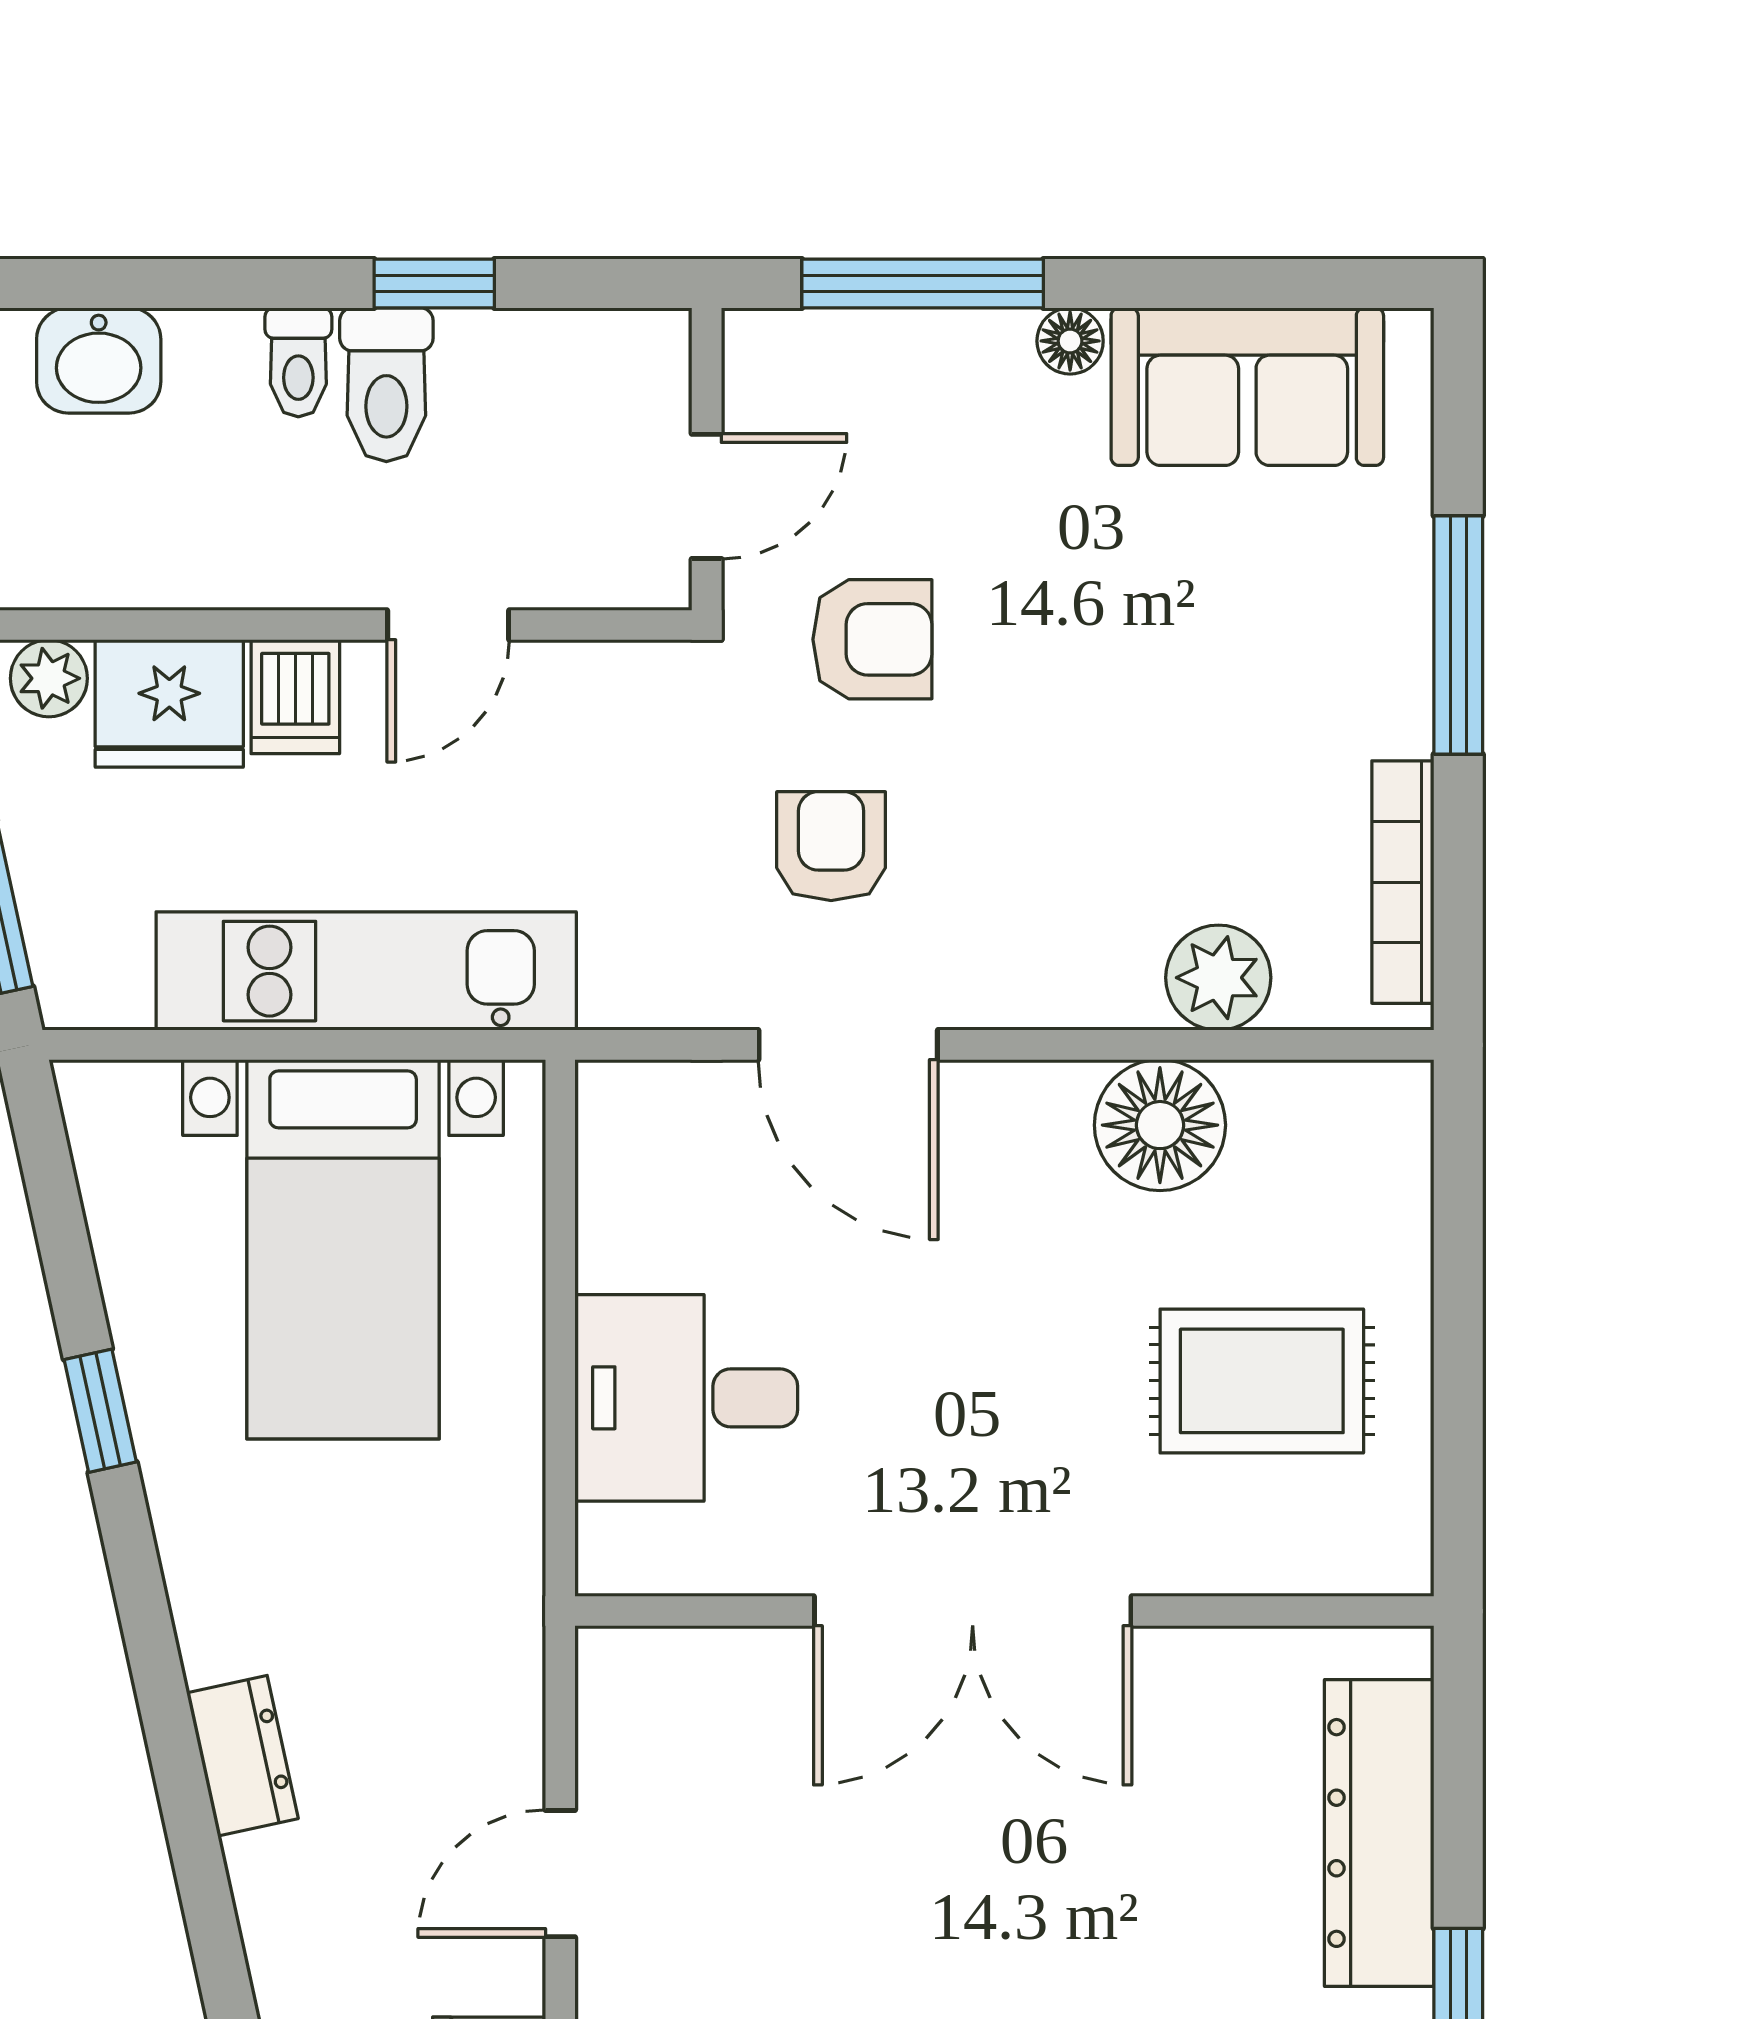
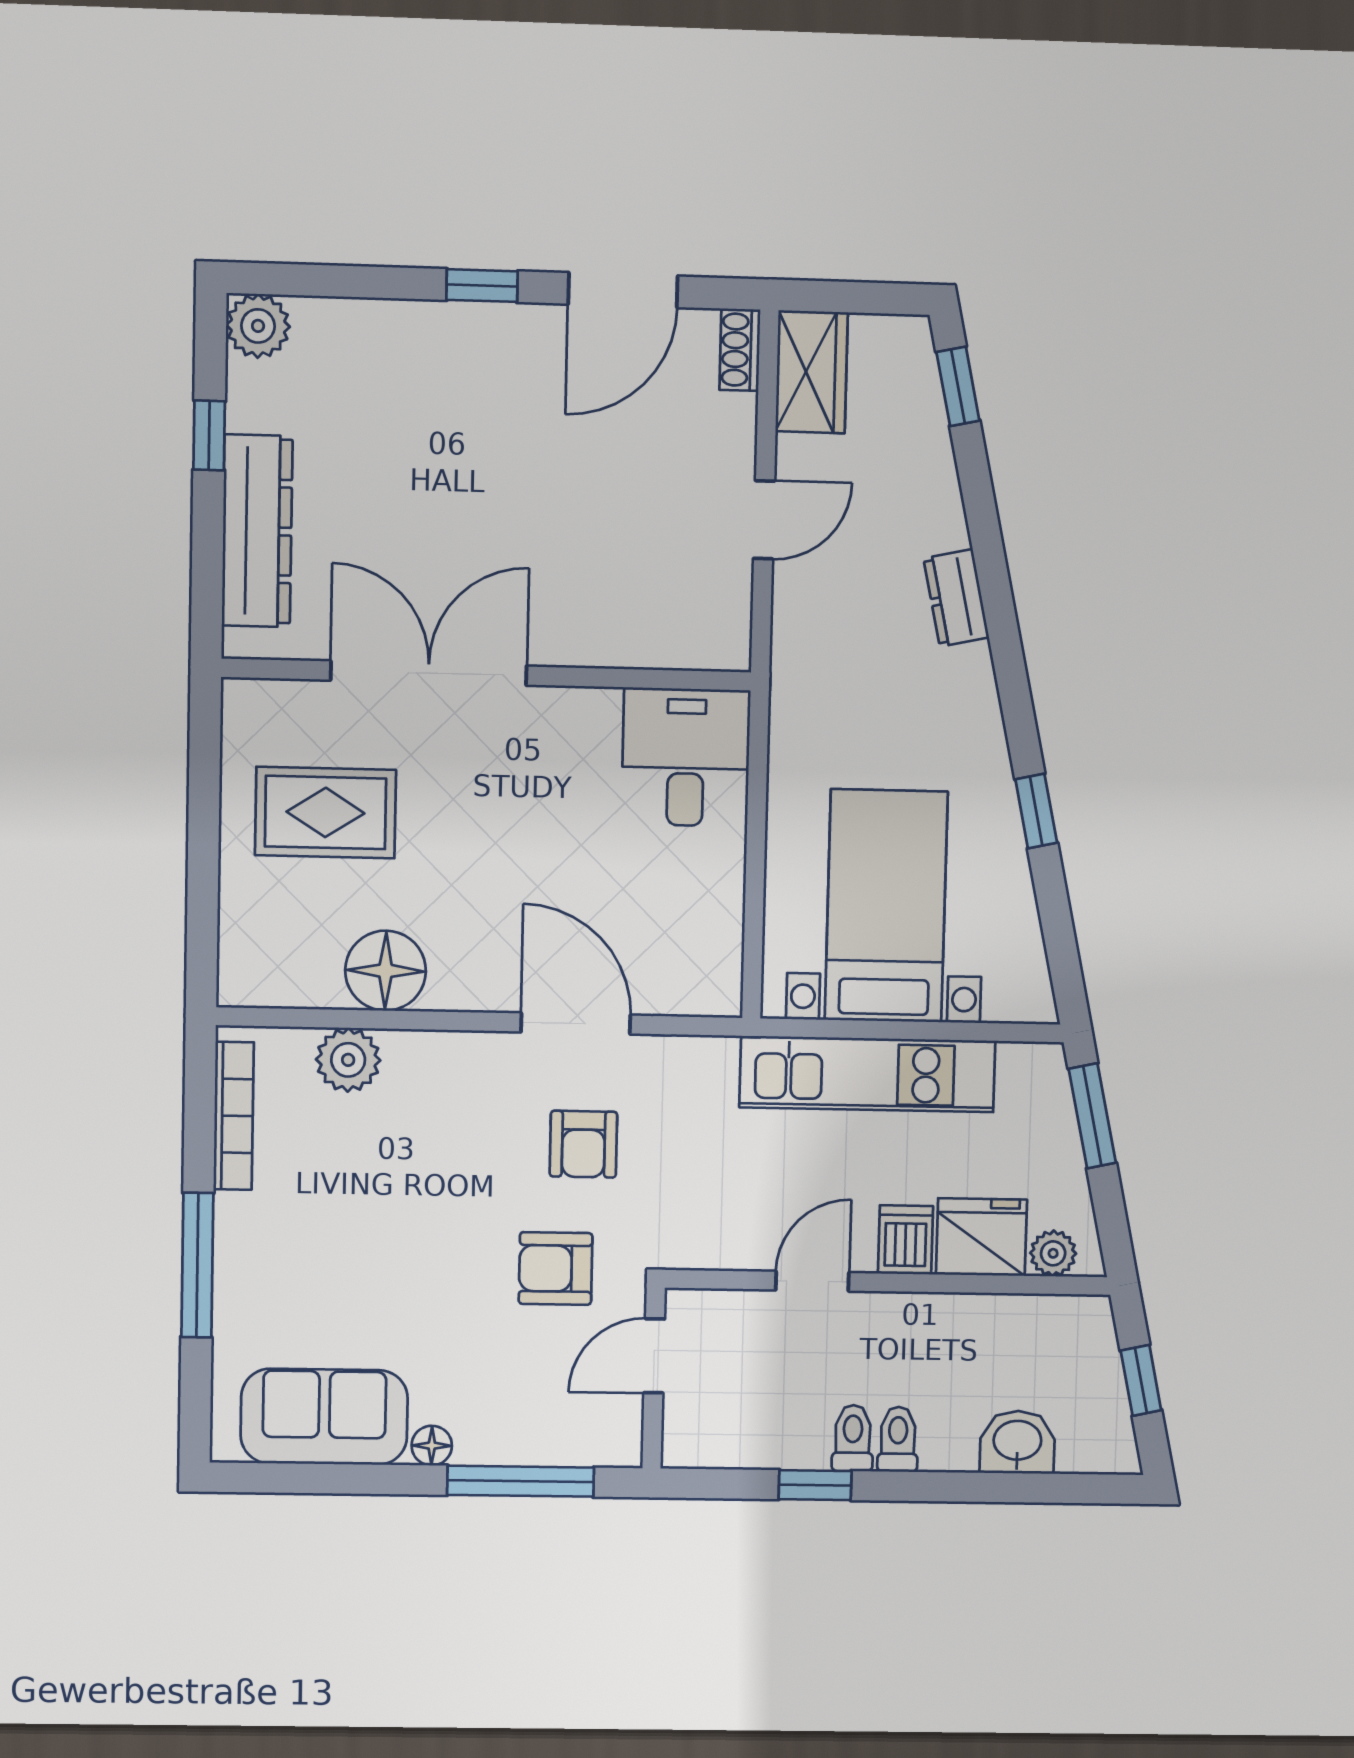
toilet: (386, 385) -> (853, 1438), width x0.73, depth x0.72
desk: (686, 1398) -> (686, 757), moved, turned -90
double door: (973, 1611) -> (429, 673), moved

